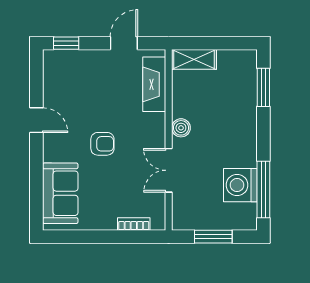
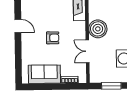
boiler: (181, 128) -> (98, 29), width x1.86, depth x1.86
sofa: (60, 193) -> (44, 74), moved, turned -90

